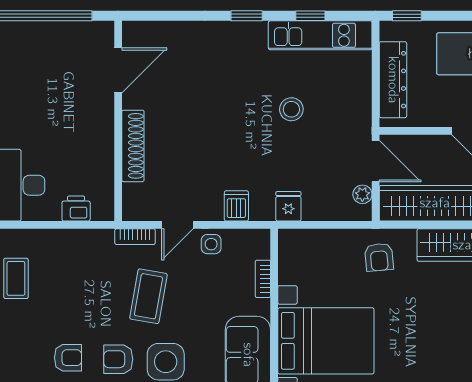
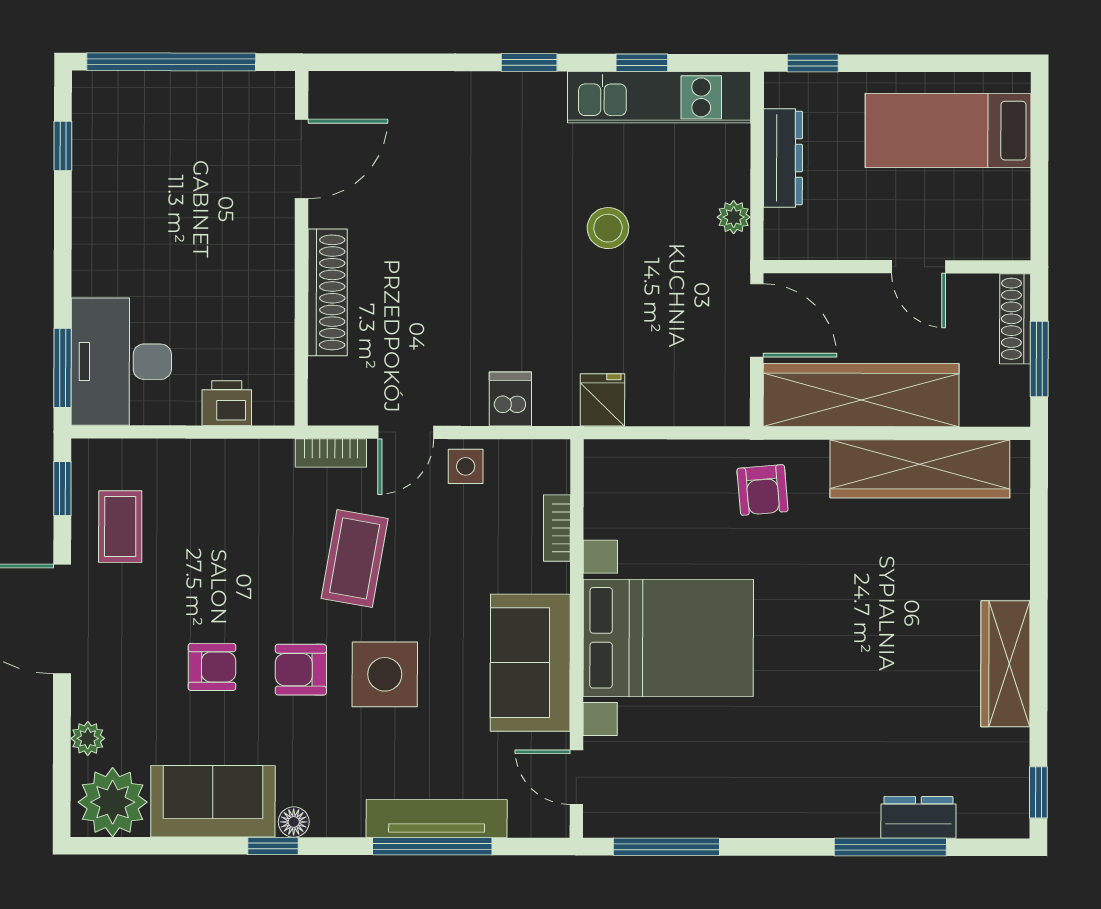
dresser: (393, 80) -> (783, 158), width x0.73, depth x0.80
plant: (362, 194) -> (734, 217), moved

